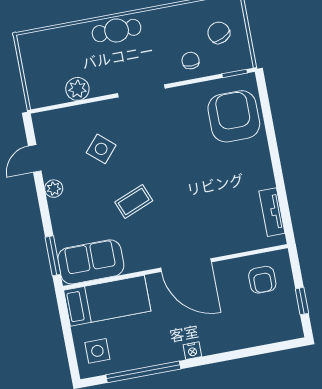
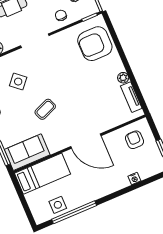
armchair: (234, 116) -> (95, 44), turned -90
plant: (266, 179) -> (123, 78), added
armchair: (262, 280) -> (134, 140), turned 180
side table: (97, 351) -> (58, 205), moved
nightstand: (192, 351) -> (134, 179), moved

